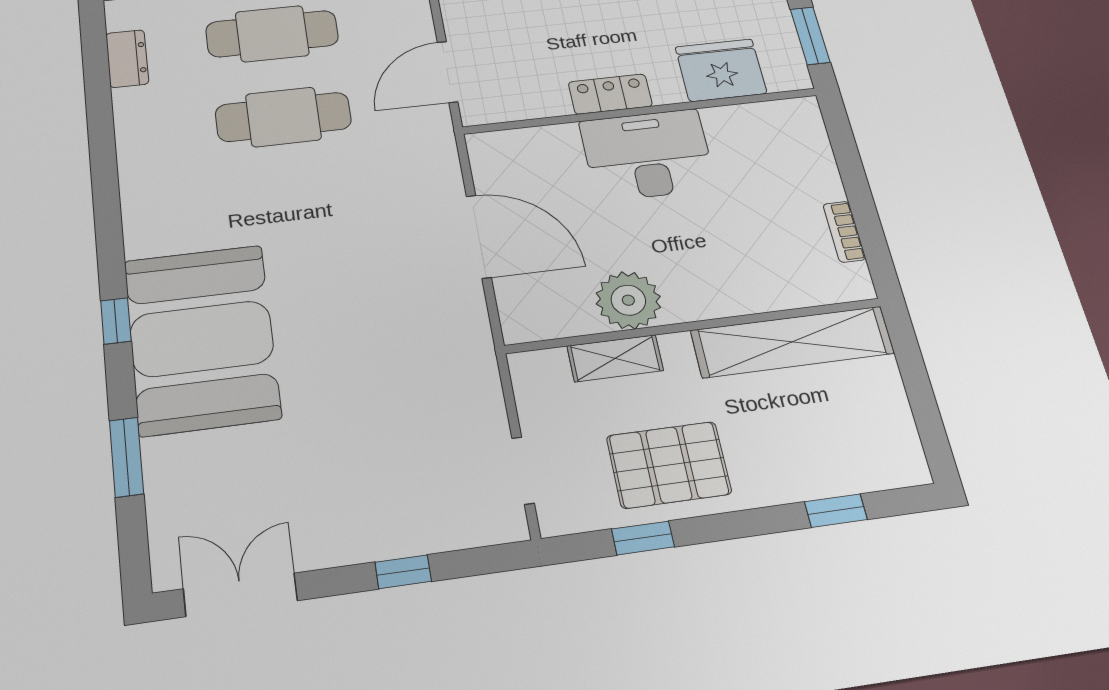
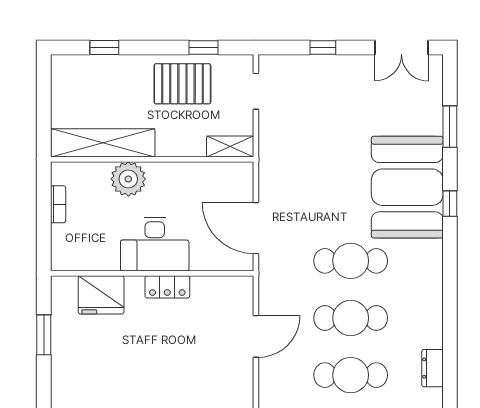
fridge: (721, 70) -> (101, 295), moved
locker: (610, 94) -> (167, 287), moved
wall: (641, 111) -> (152, 273), moved
desk: (648, 155) -> (155, 244), moved
cafe table: (295, 205) -> (351, 261), added
plant: (628, 300) -> (128, 179), moved
shelving: (615, 358) -> (230, 146), moved

